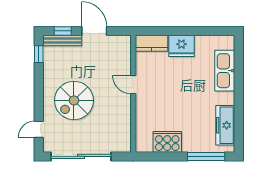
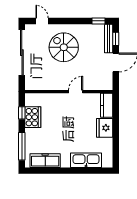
window: (162, 156) -> (22, 113), added

